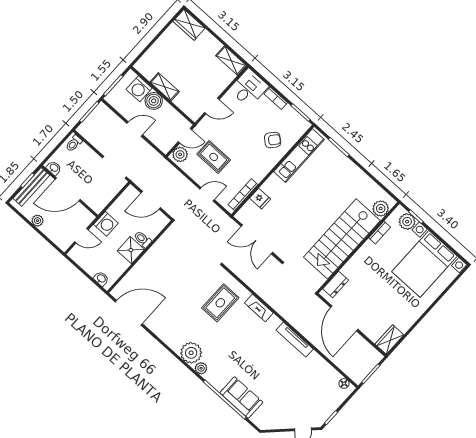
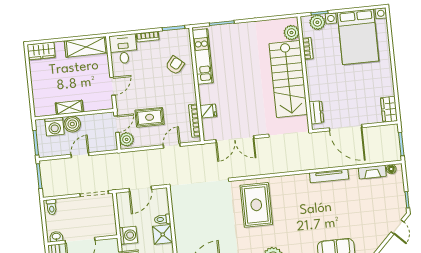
shelving: (231, 61) -> (86, 47), width x1.50, depth x1.33
rug: (220, 303) -> (256, 205), width x1.36, depth x1.43
fireplace: (259, 308) -> (372, 172), moved

